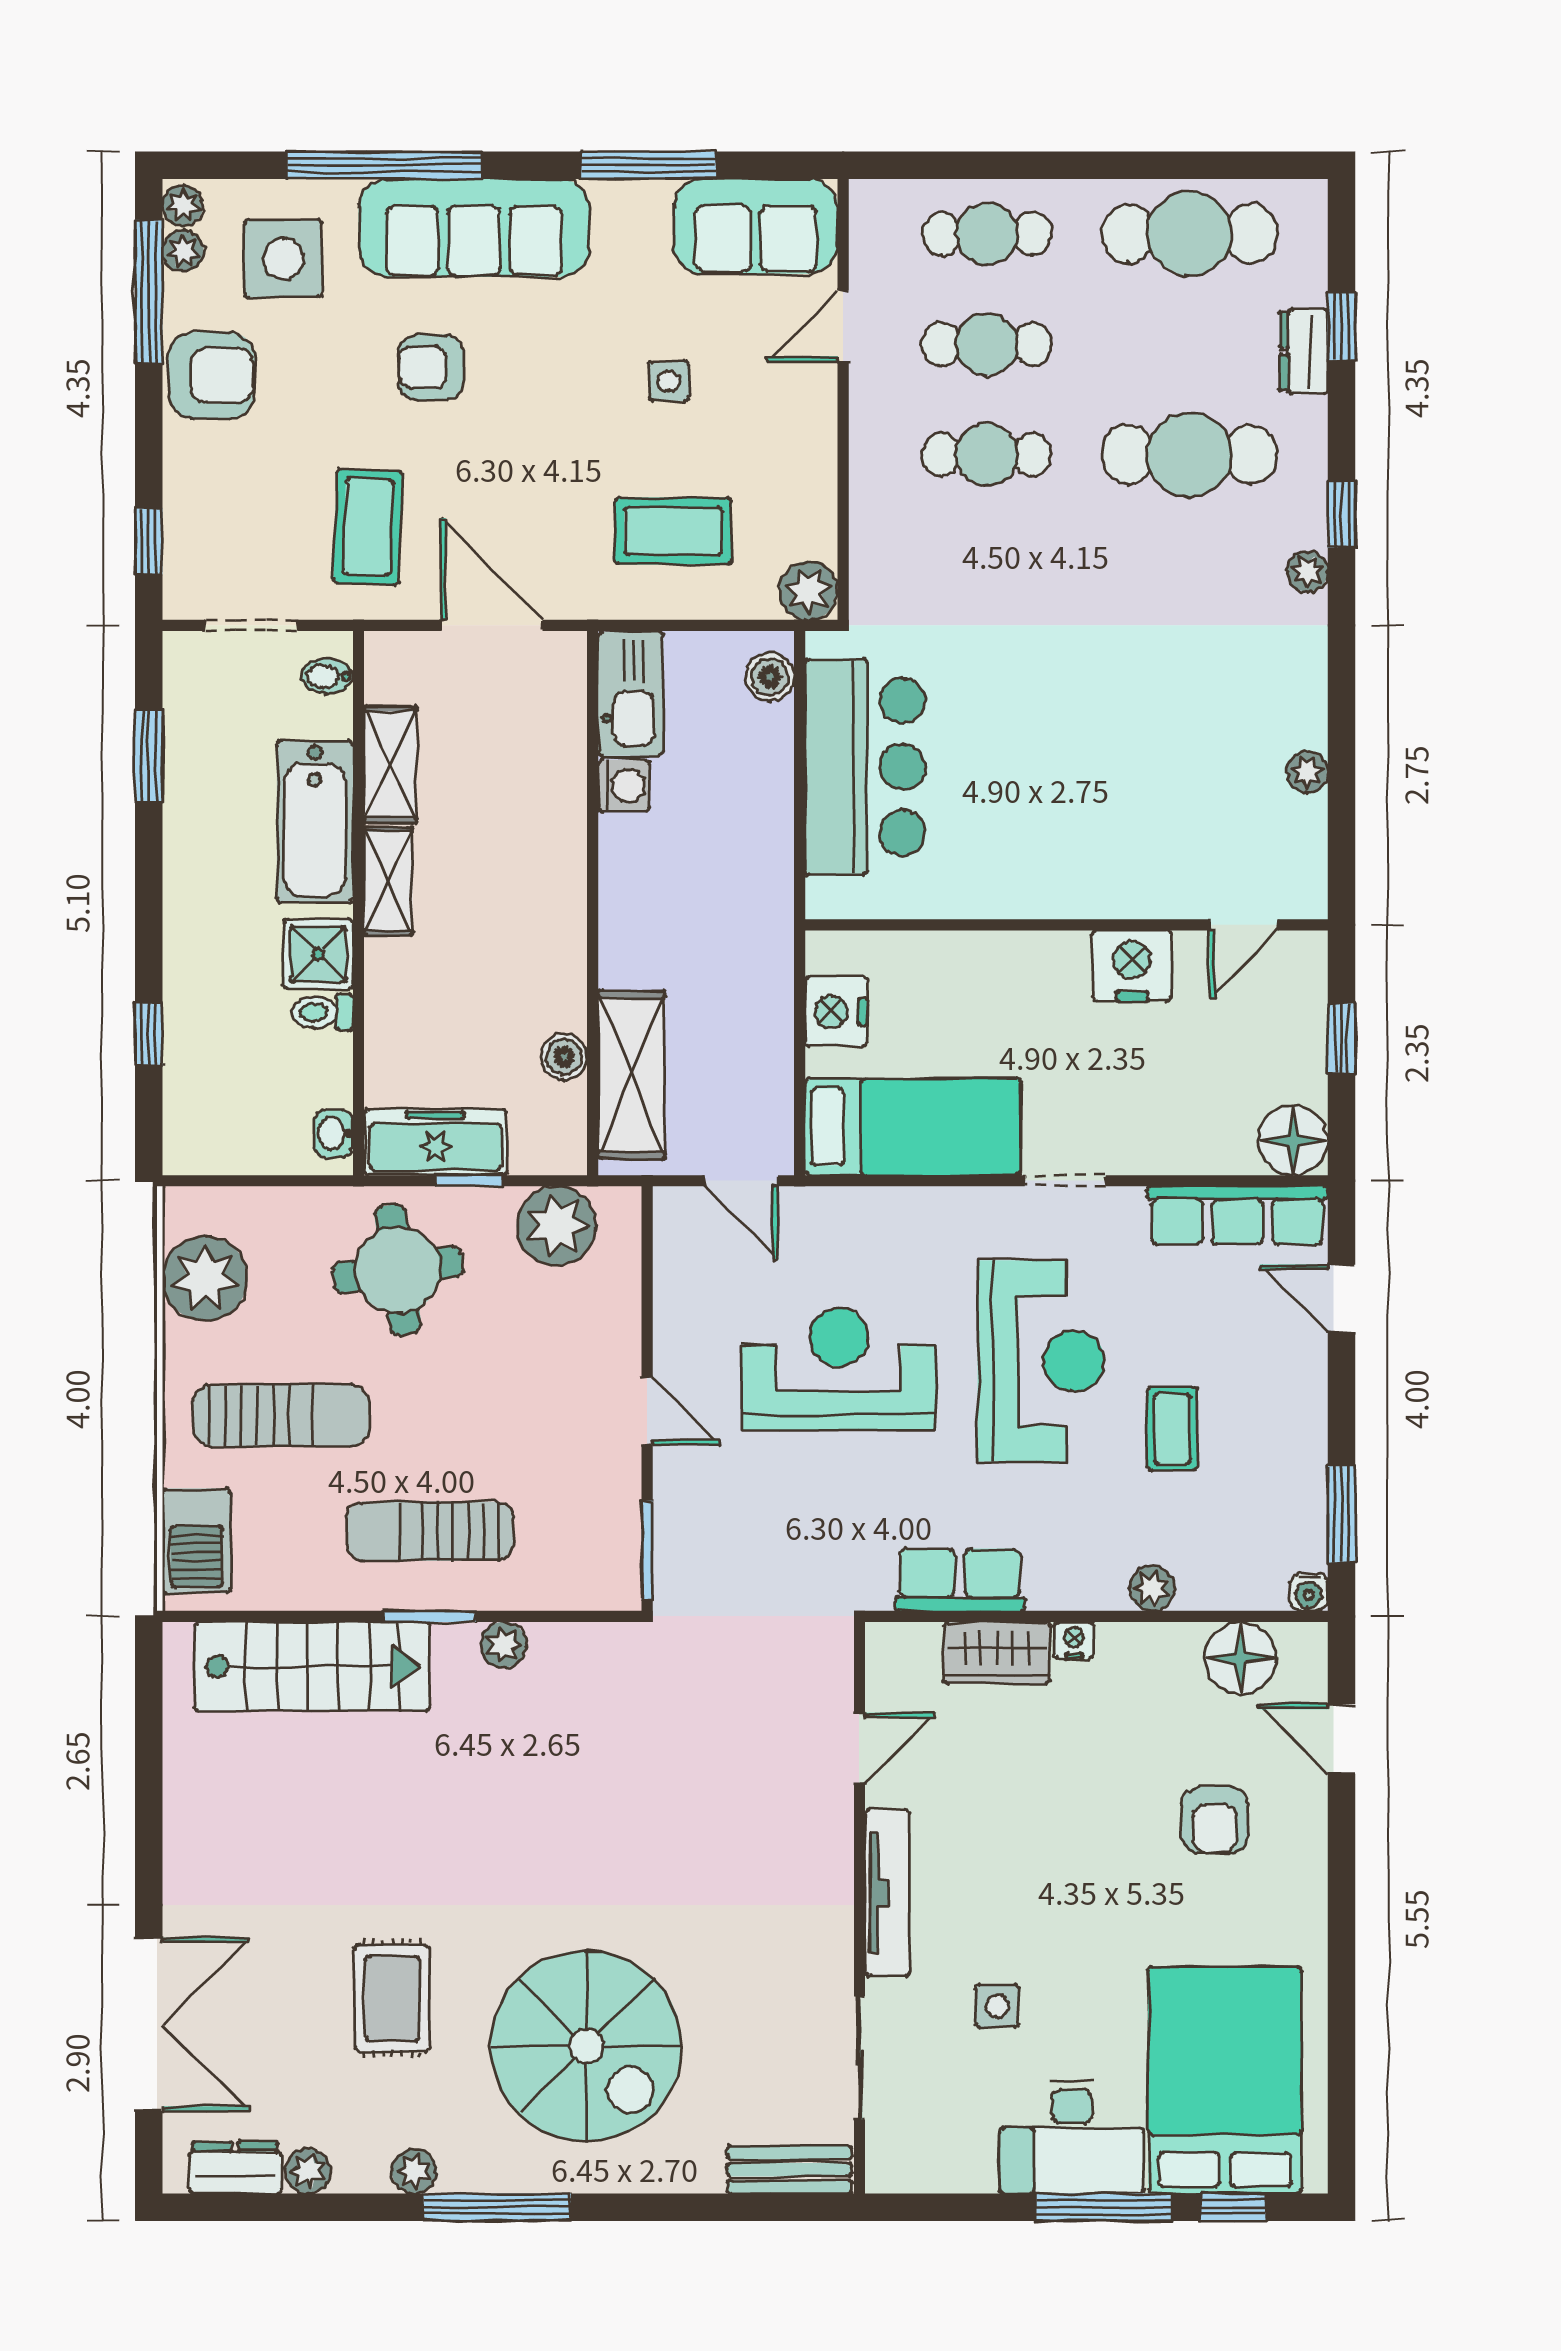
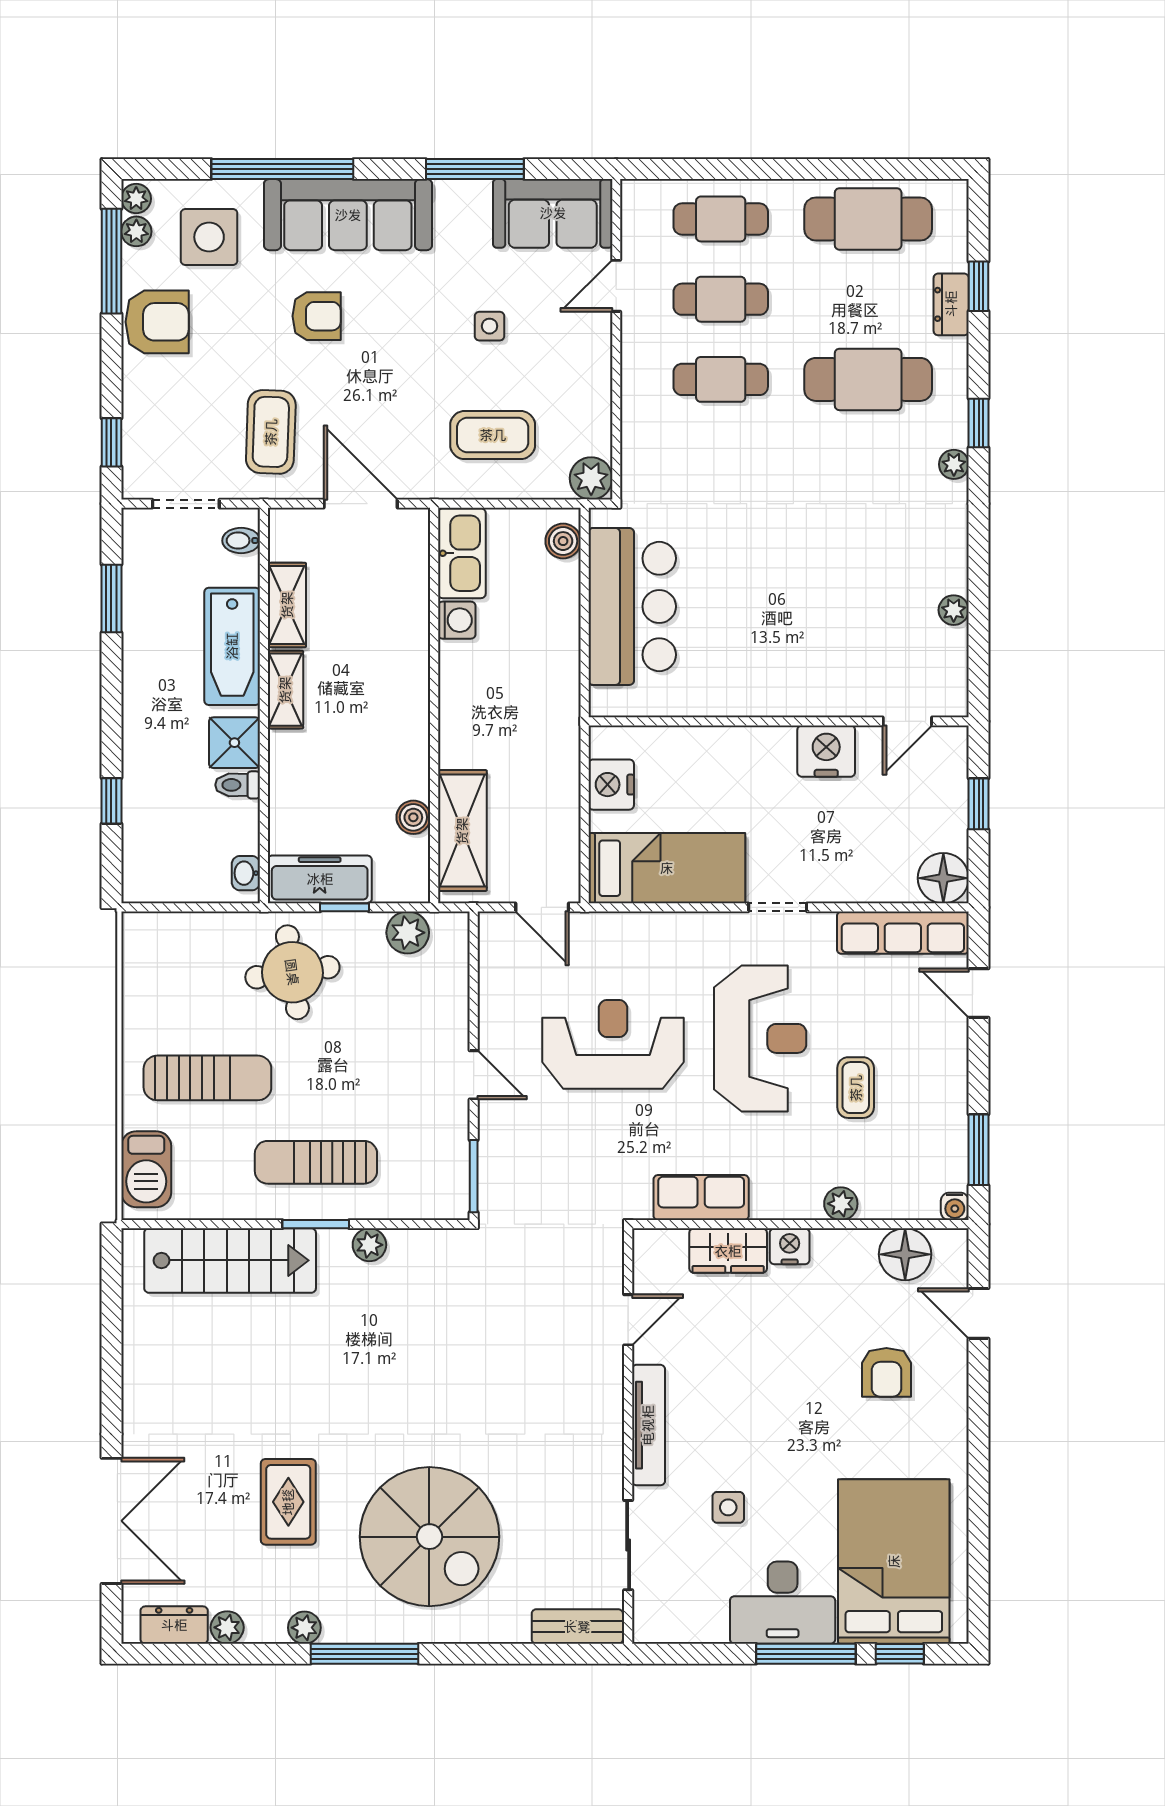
armchair: (431, 368) -> (317, 316), turned 180
plant: (556, 1226) -> (408, 933), width x0.73, depth x0.73
plant: (205, 1278) -> (152, 978), removed
nightstand: (1074, 1640) -> (790, 1246), width x1.39, depth x1.35

